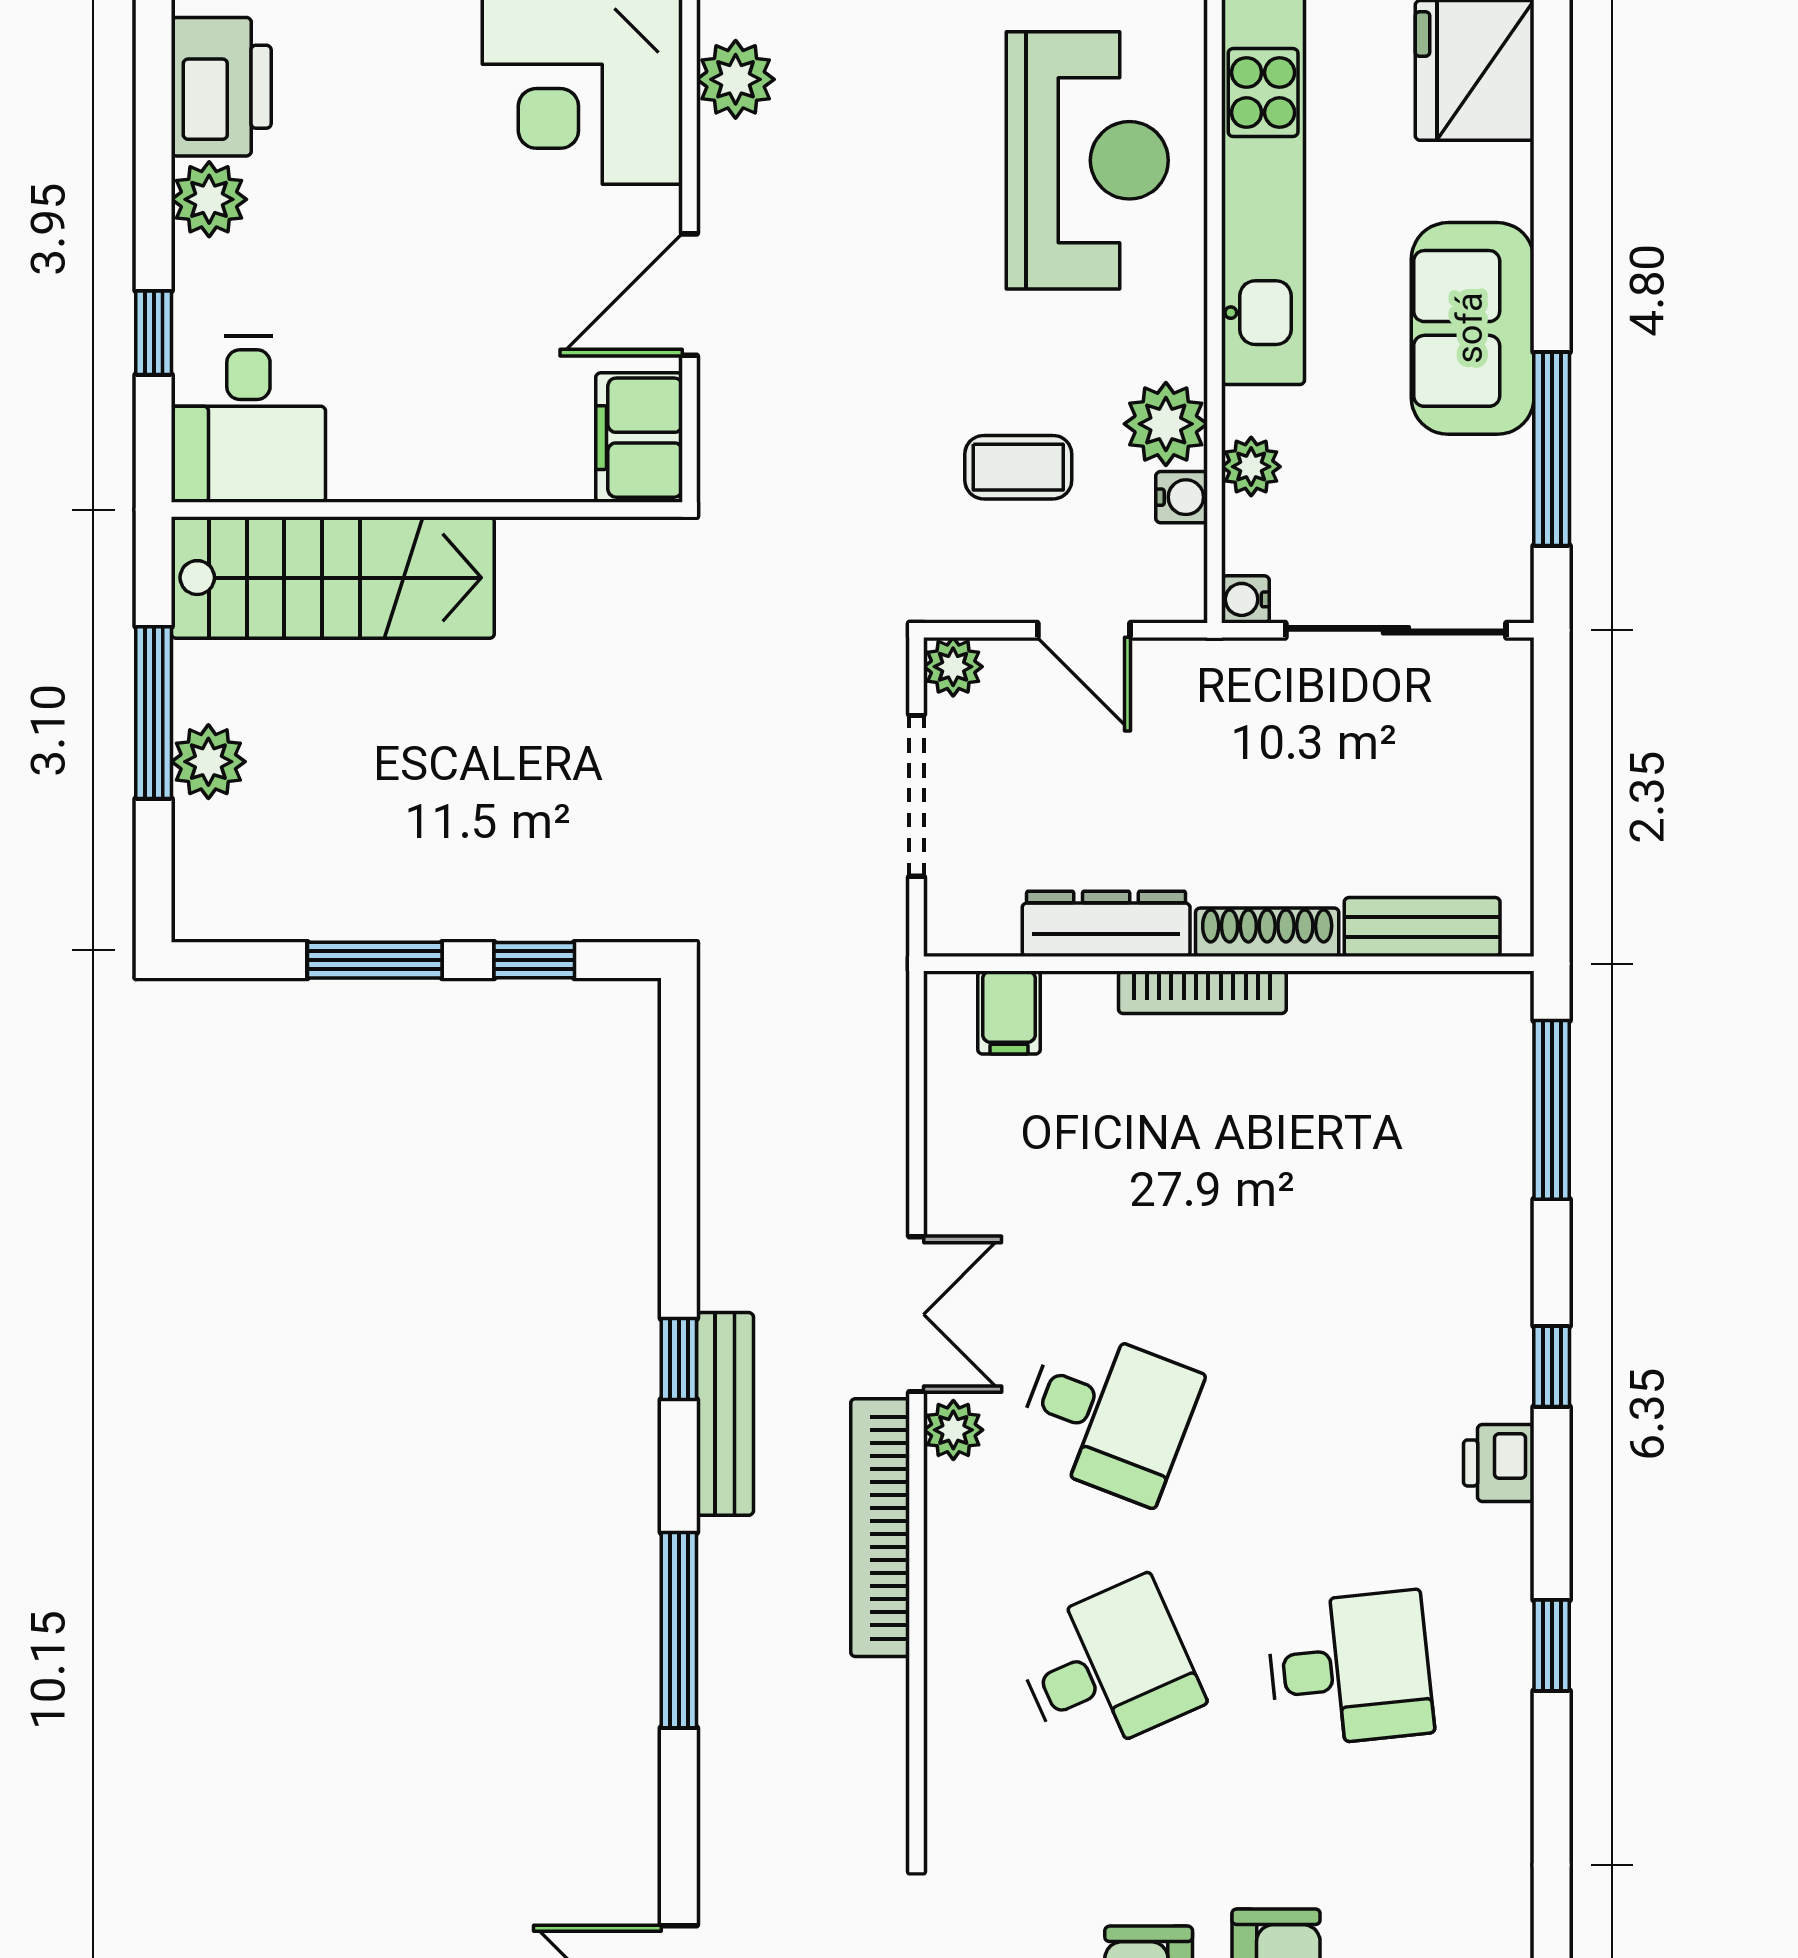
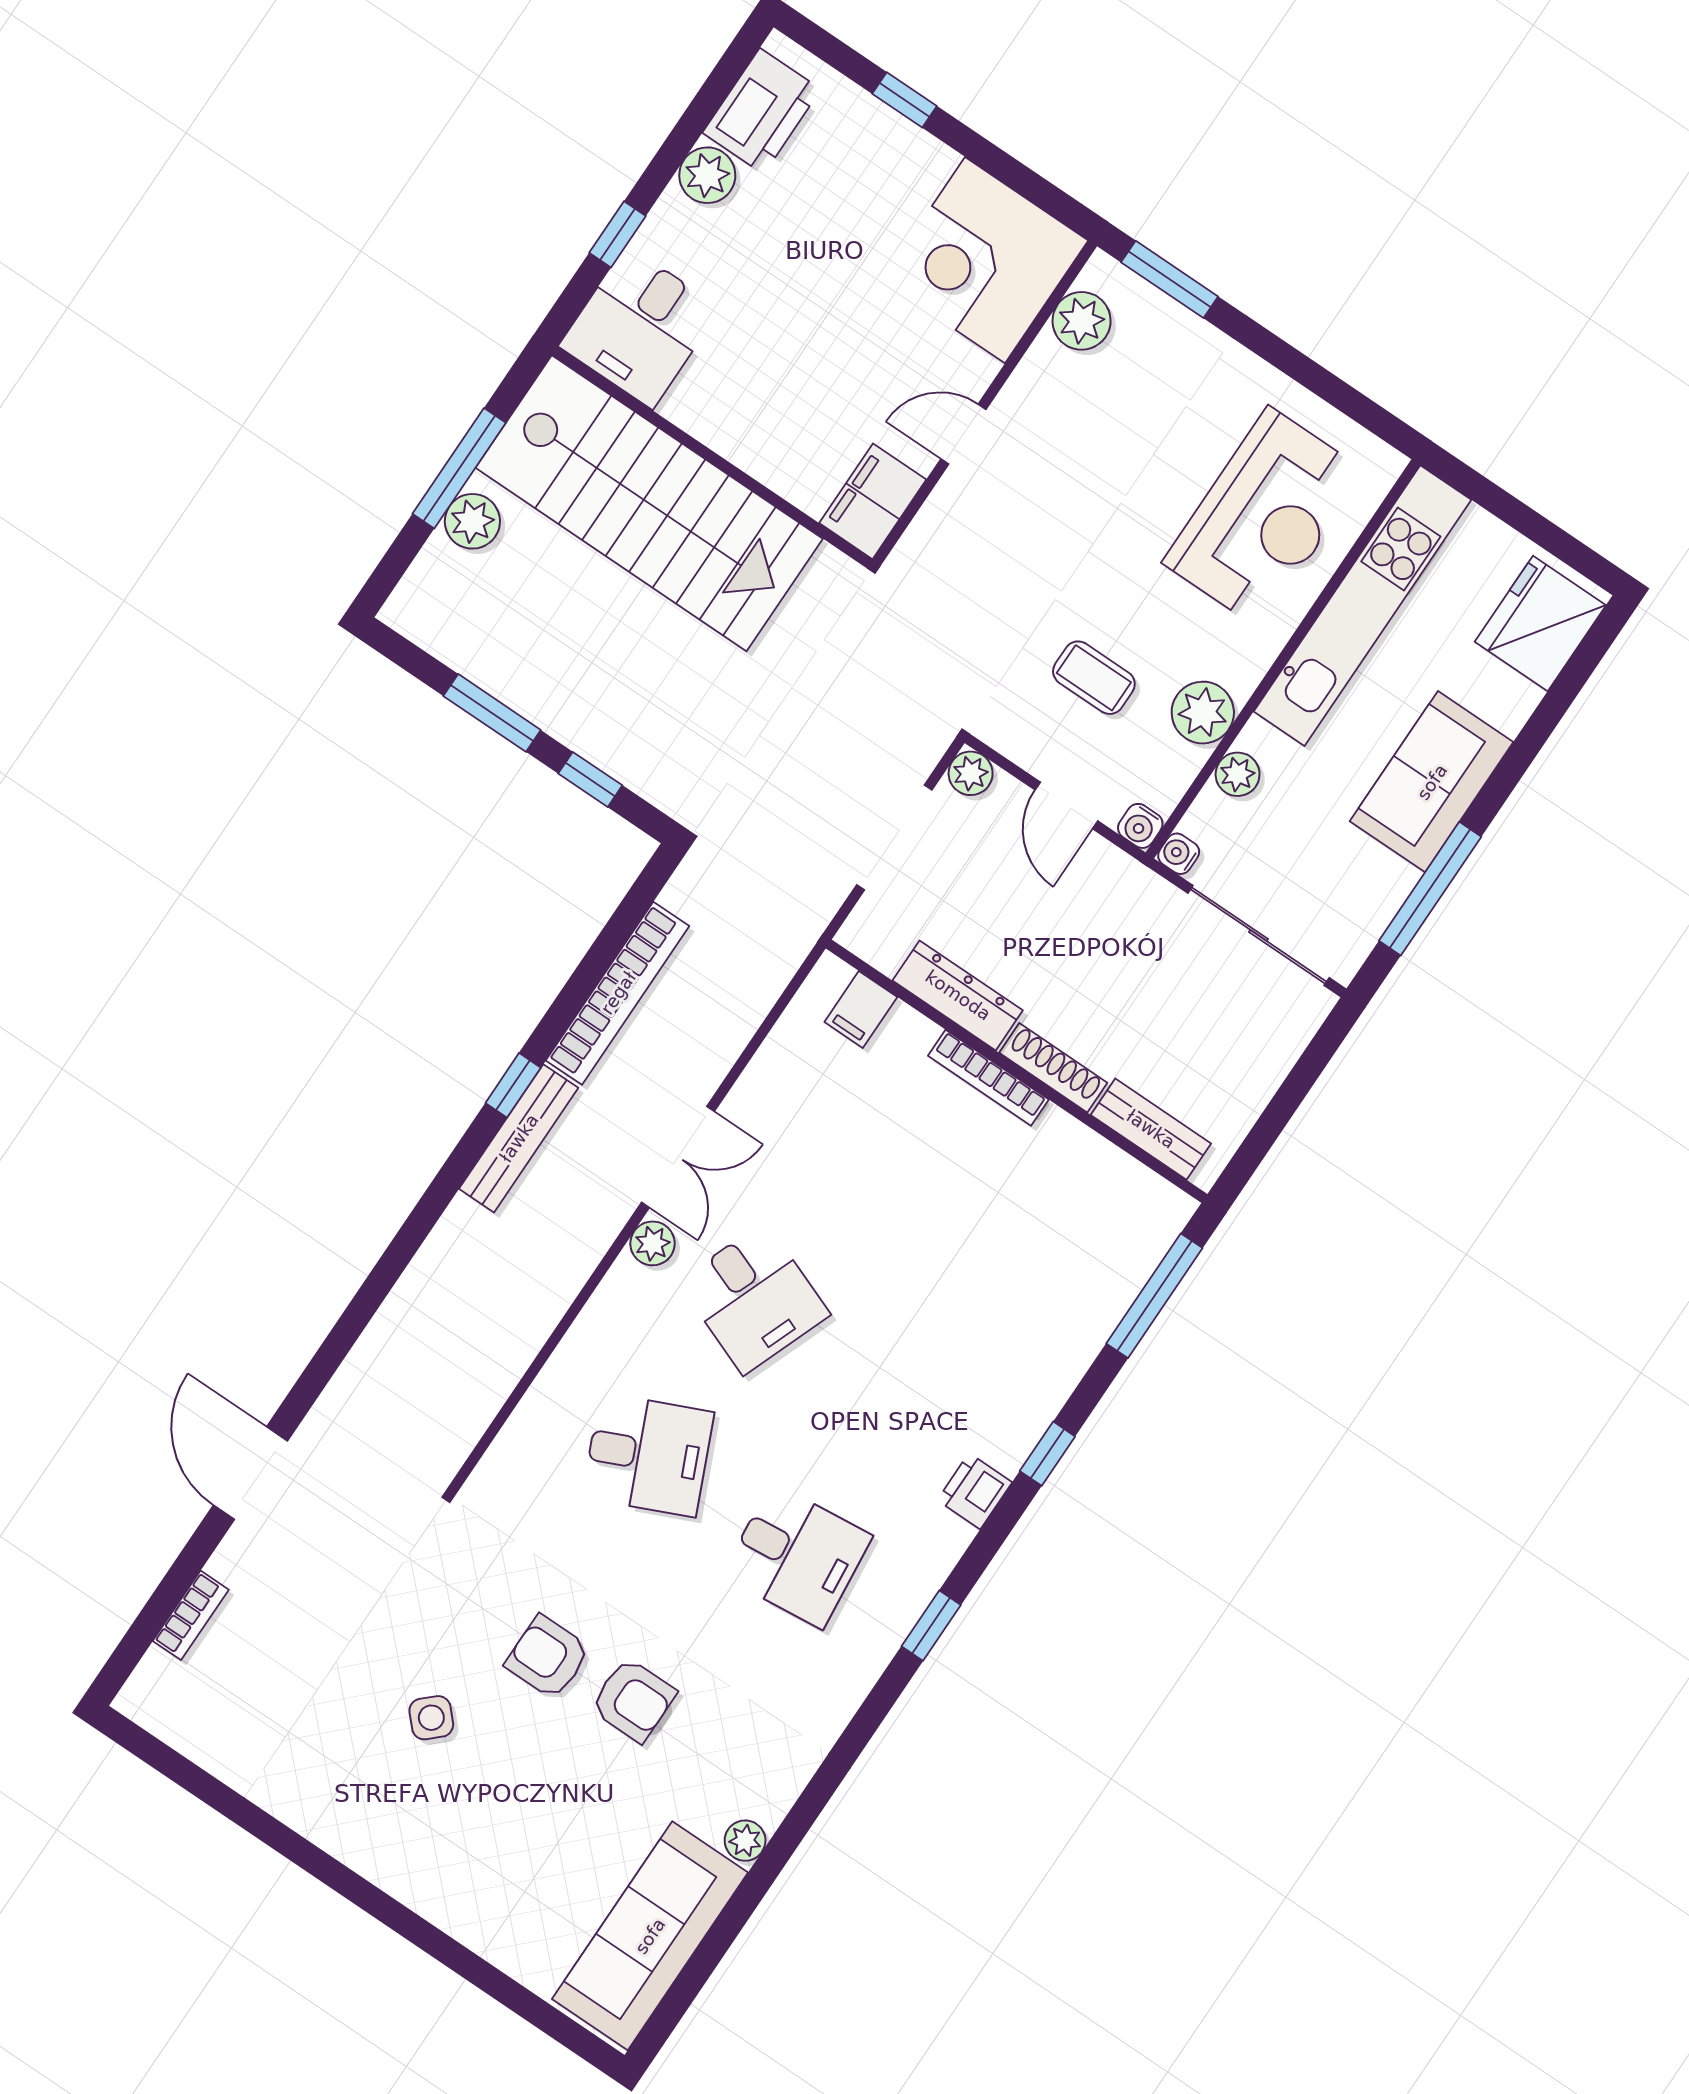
door: (689, 295) -> (963, 434), width x0.73
water cooler: (1182, 497) -> (1140, 826), moved, turned 90
stairs: (333, 578) -> (649, 503), width x1.36, depth x1.51
bookcase: (880, 1528) -> (618, 993), moved, turned 180
window: (679, 1630) -> (400, 1252), removed

